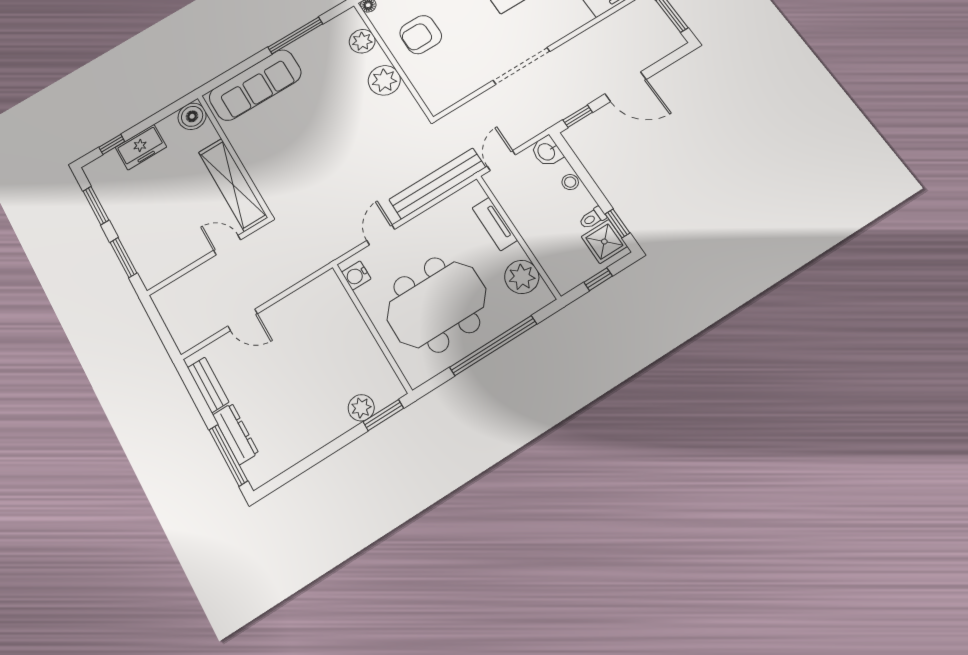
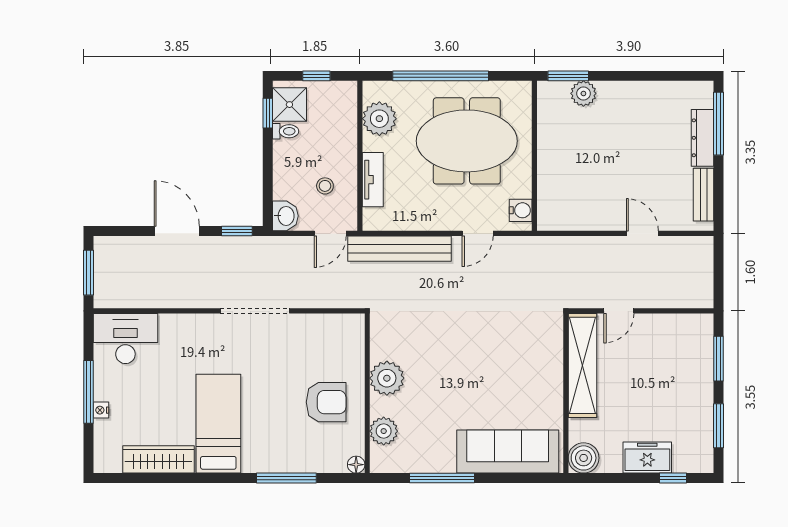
stool: (570, 182) -> (325, 186), moved
door: (227, 245) -> (619, 311), hinge flipped

